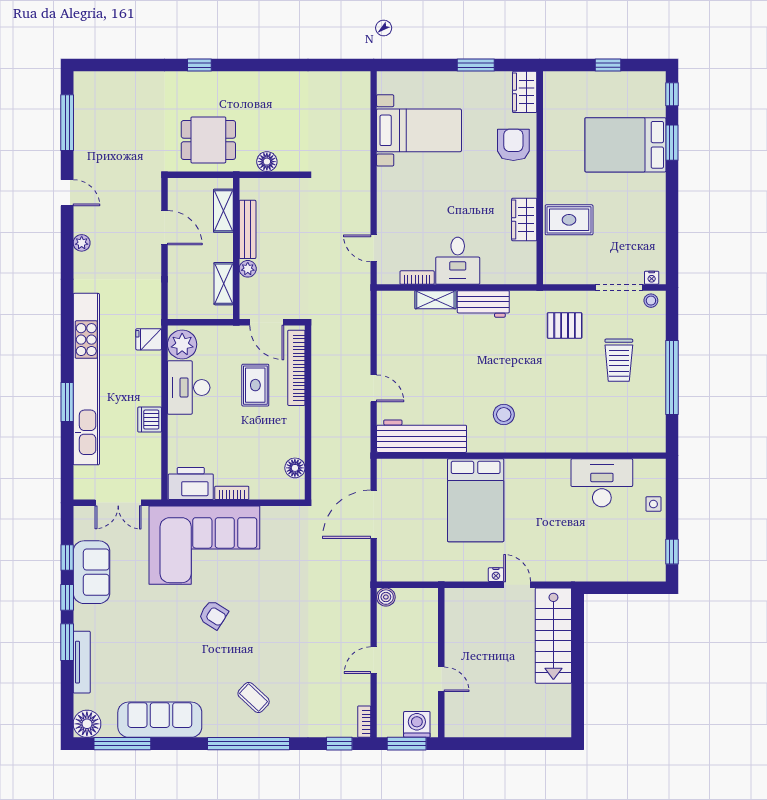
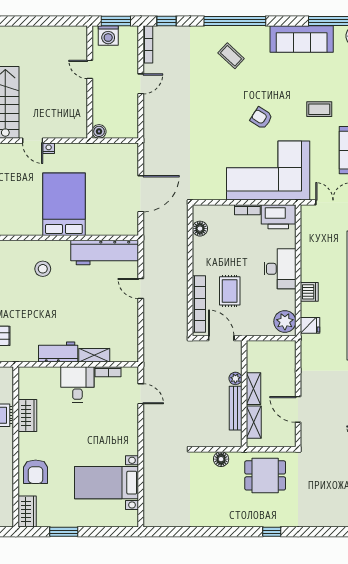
shelving: (224, 284) -> (254, 389), moved
desk: (189, 388) -> (280, 269), moved
dishwasher: (150, 420) -> (309, 292), moved
boiler: (386, 597) -> (99, 131), moved
coffee table: (136, 627) -> (319, 109), added
bookcase: (364, 722) -> (148, 44), width x1.56

